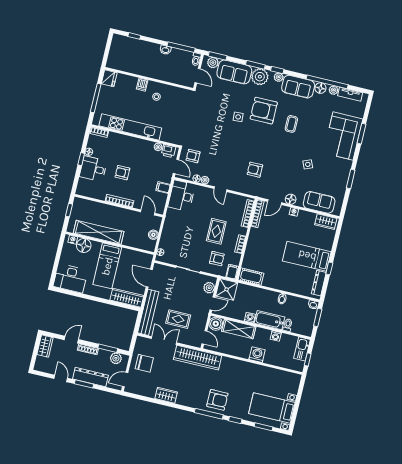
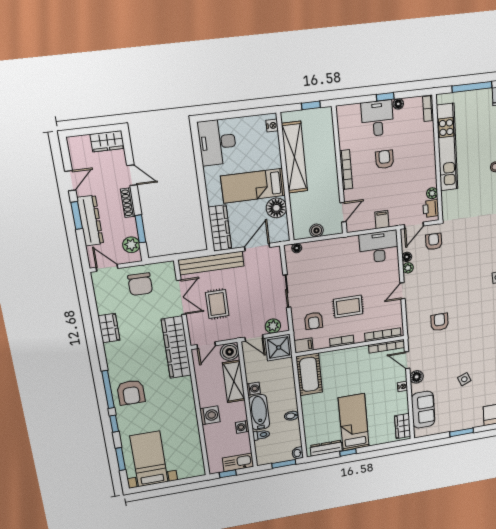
floor lamp: (84, 246) -> (276, 208), moved
cot: (251, 277) -> (309, 374), width x1.37, depth x1.34

